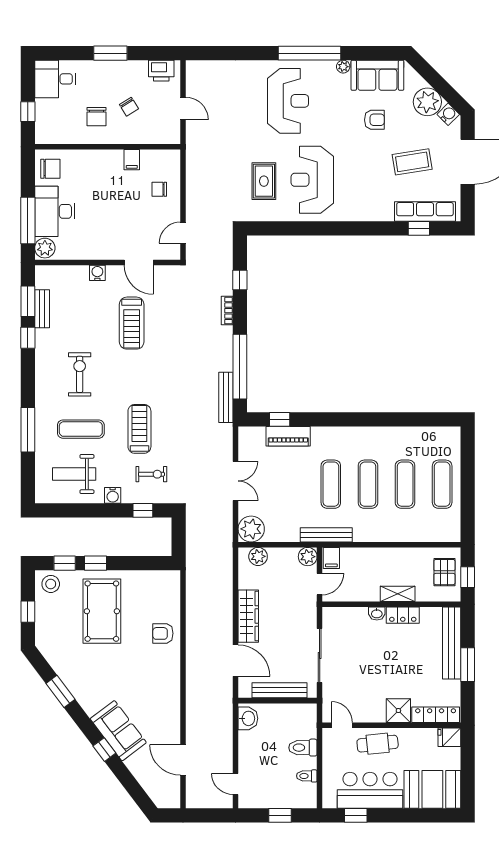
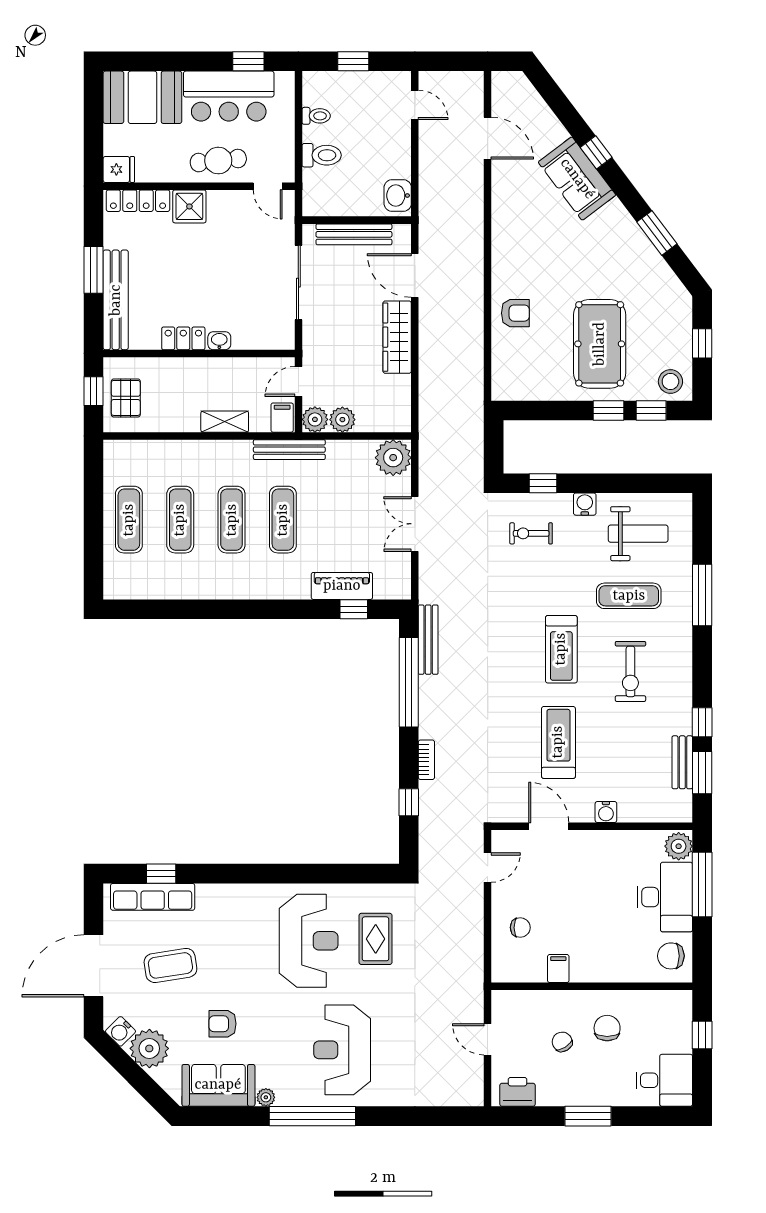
treadmill: (139, 429) -> (561, 649), moved
plant: (258, 556) -> (342, 420), moved
shelving: (398, 594) -> (225, 422), moved

